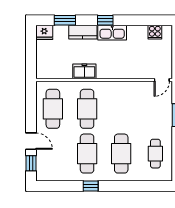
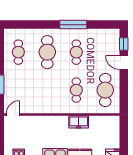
cafe table: (87, 109) -> (76, 90), width x0.73, depth x0.74
cafe table: (87, 154) -> (76, 52), width x0.73, depth x0.74
window: (91, 186) -> (73, 25), width x2.17

